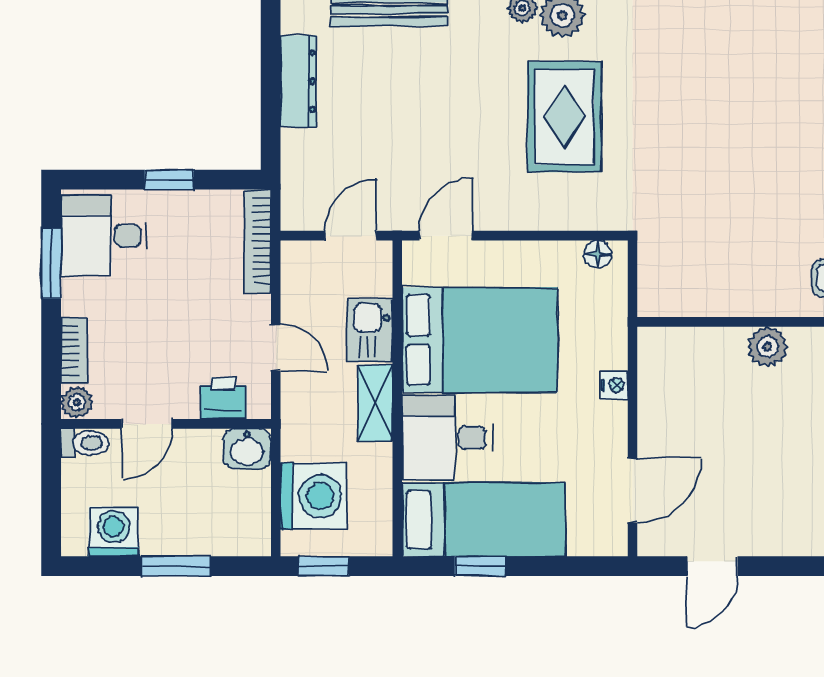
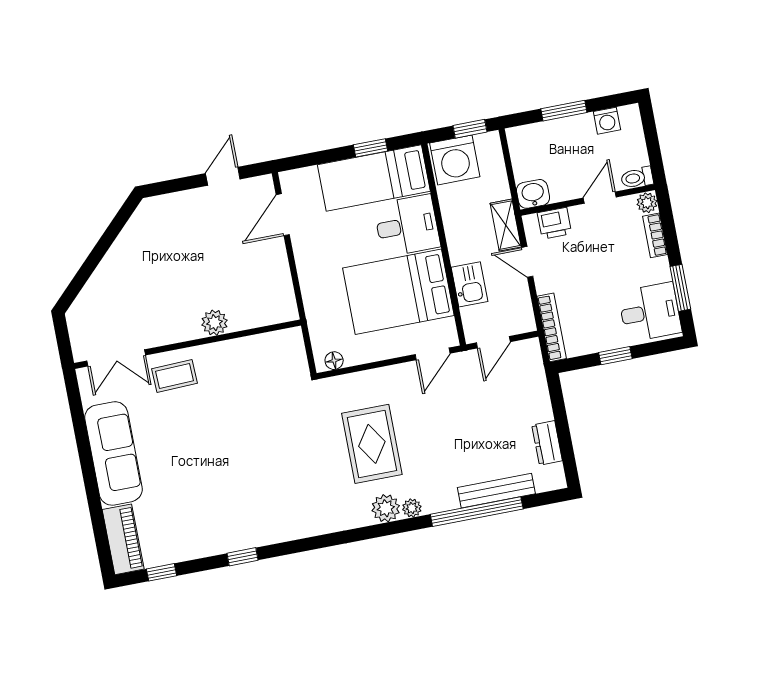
dresser: (298, 81) -> (547, 443), width x0.70
nightstand: (614, 385) -> (307, 279), removed
shelving: (375, 403) -> (506, 225), moved
washing machine: (314, 496) -> (455, 160), moved, turned -90
washing machine: (114, 532) -> (607, 121), width x0.73, depth x0.73

